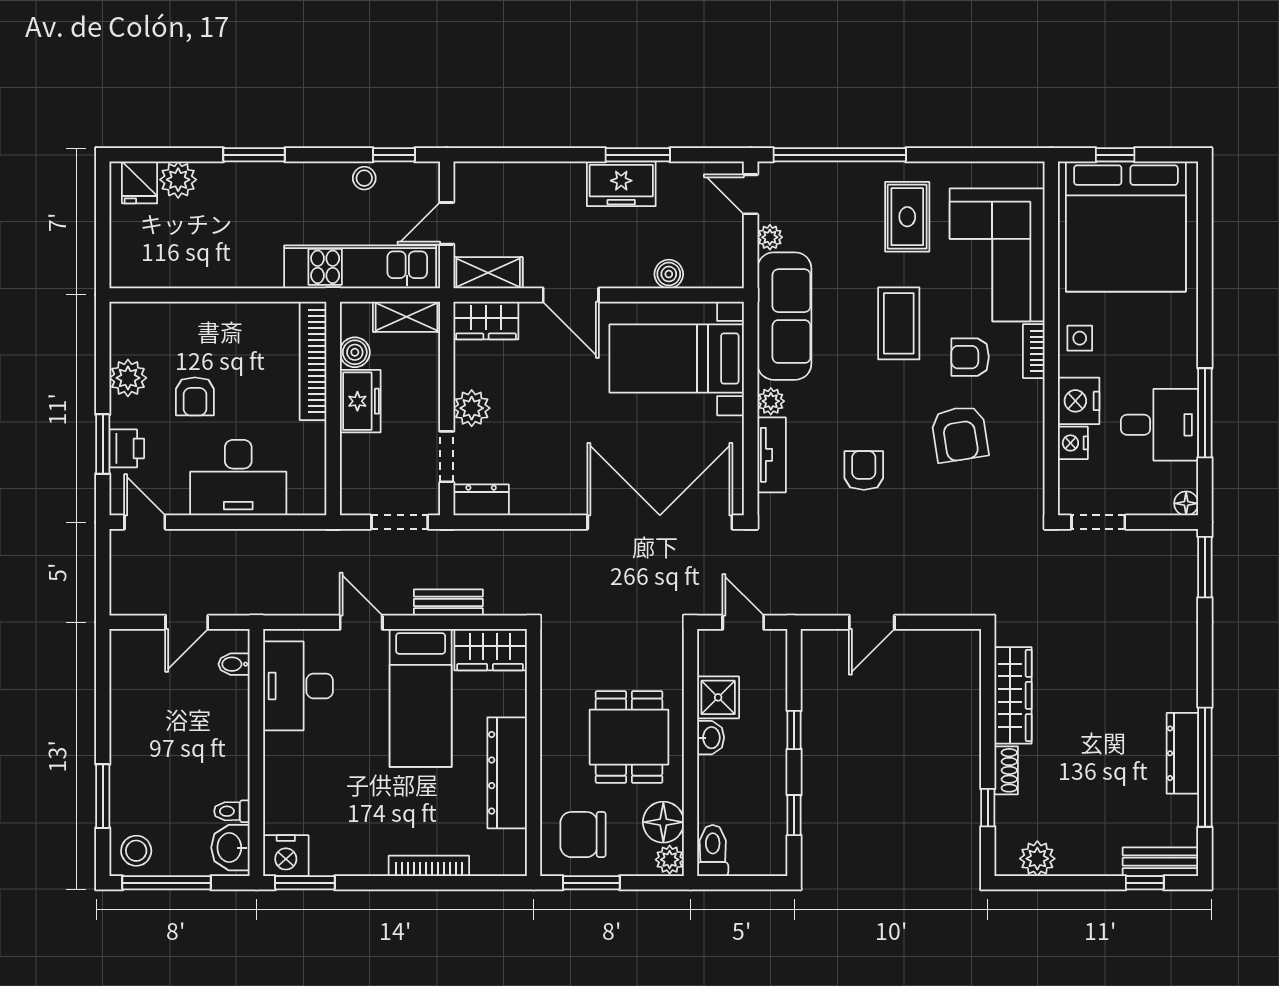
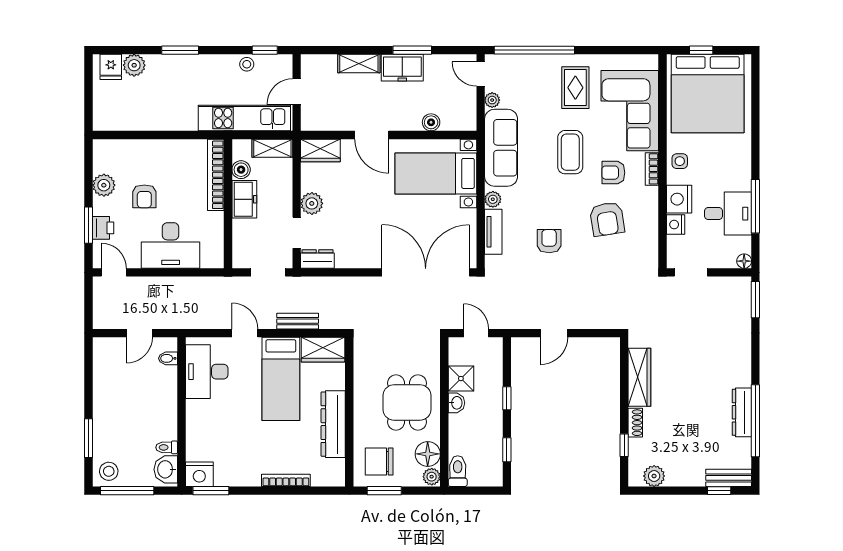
shelving: (488, 273) -> (359, 64), moved

